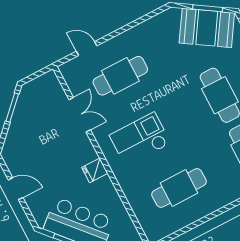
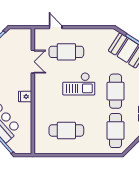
checkout: (140, 139) -> (79, 84), moved, turned 180

